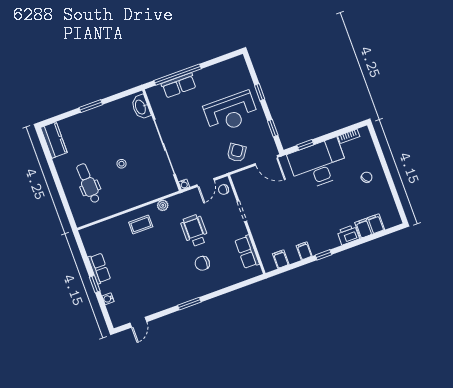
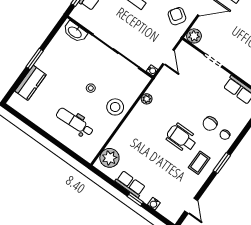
kitchen counter: (54, 140) -> (30, 83), moved, turned 90
plant: (240, 180) -> (194, 36), added
chair: (224, 190) -> (225, 135), moved
stool: (131, 194) -> (115, 107), added
coffee table: (141, 225) -> (199, 163), moved
wheelchair: (194, 231) -> (182, 138), moved
plant: (97, 234) -> (109, 158), added

